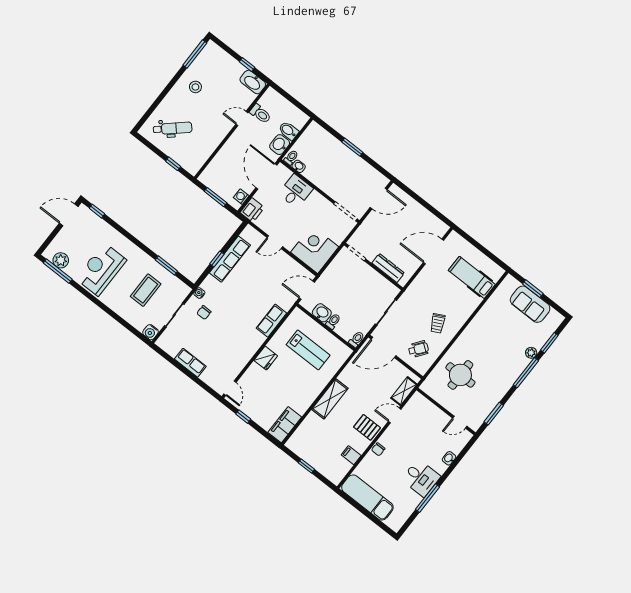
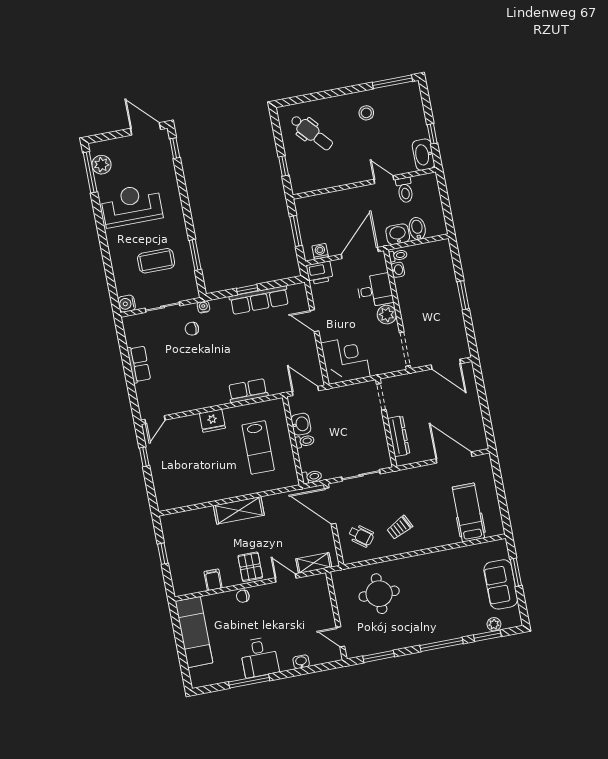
plant: (316, 200) -> (387, 315), added
plant: (531, 353) -> (494, 624), moved
filing cabinet: (285, 425) -> (176, 498), removed

